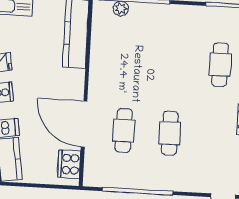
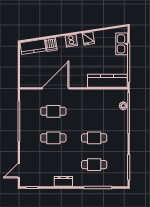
cafe table: (174, 62) -> (94, 138), added
cooker: (69, 164) -> (32, 81), removed

